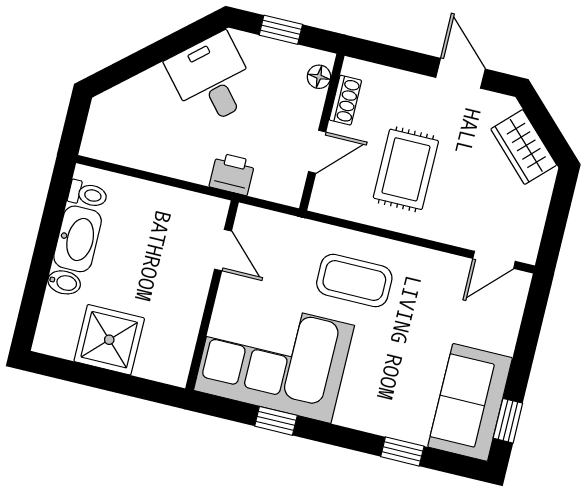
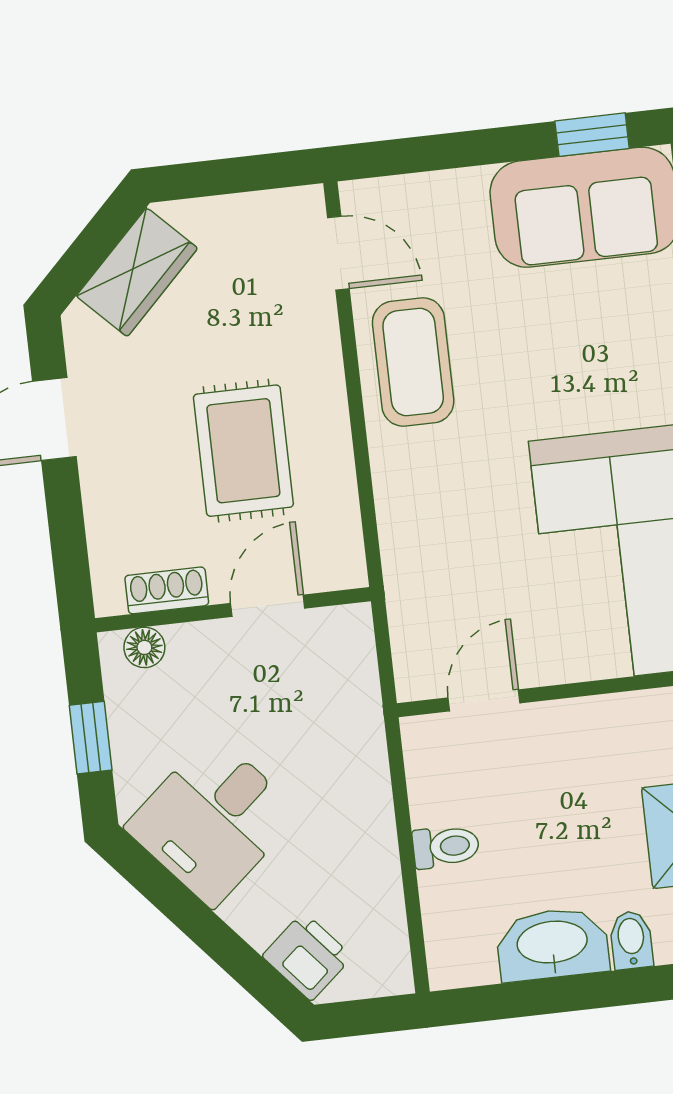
door: (317, 152) -> (268, 606), hinge flipped
rug: (406, 169) -> (243, 451), turned 90
printer: (232, 174) -> (307, 956), moved, turned 139
toilet: (88, 194) -> (446, 847), moved, turned 90
coffee table: (354, 280) -> (413, 362), moved

